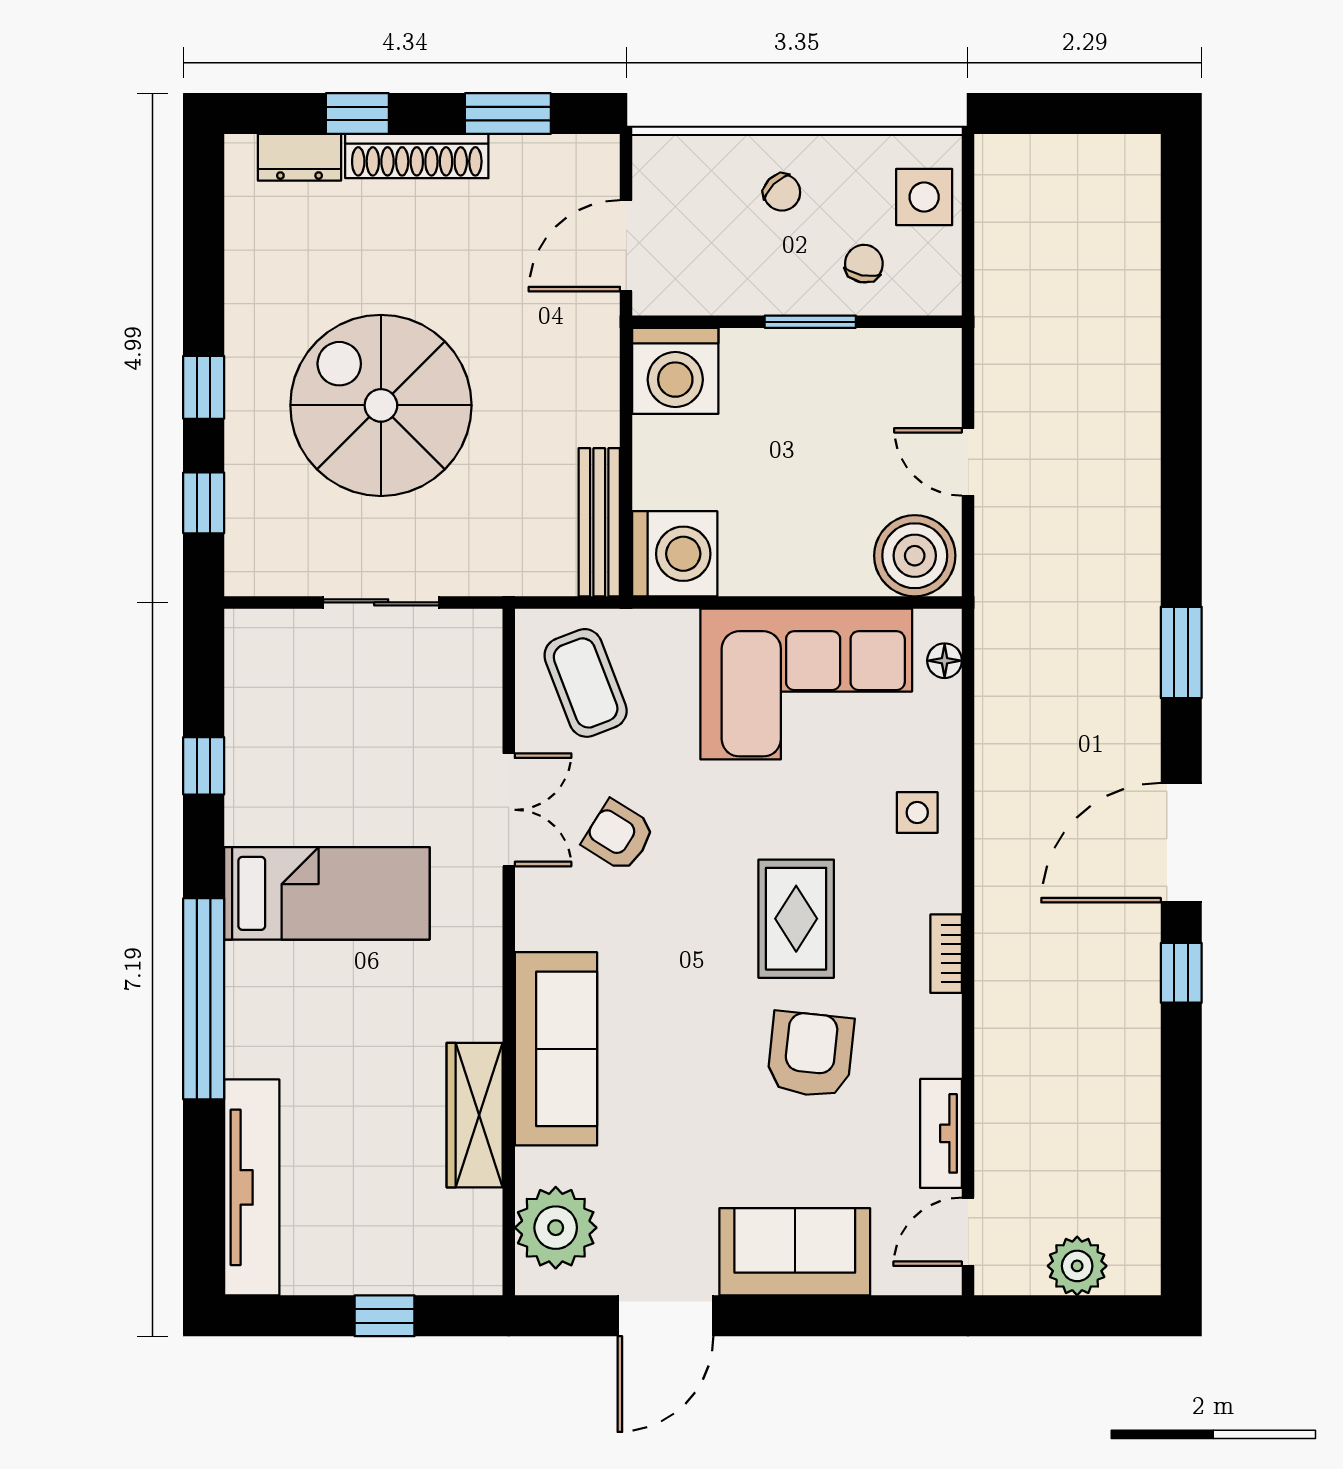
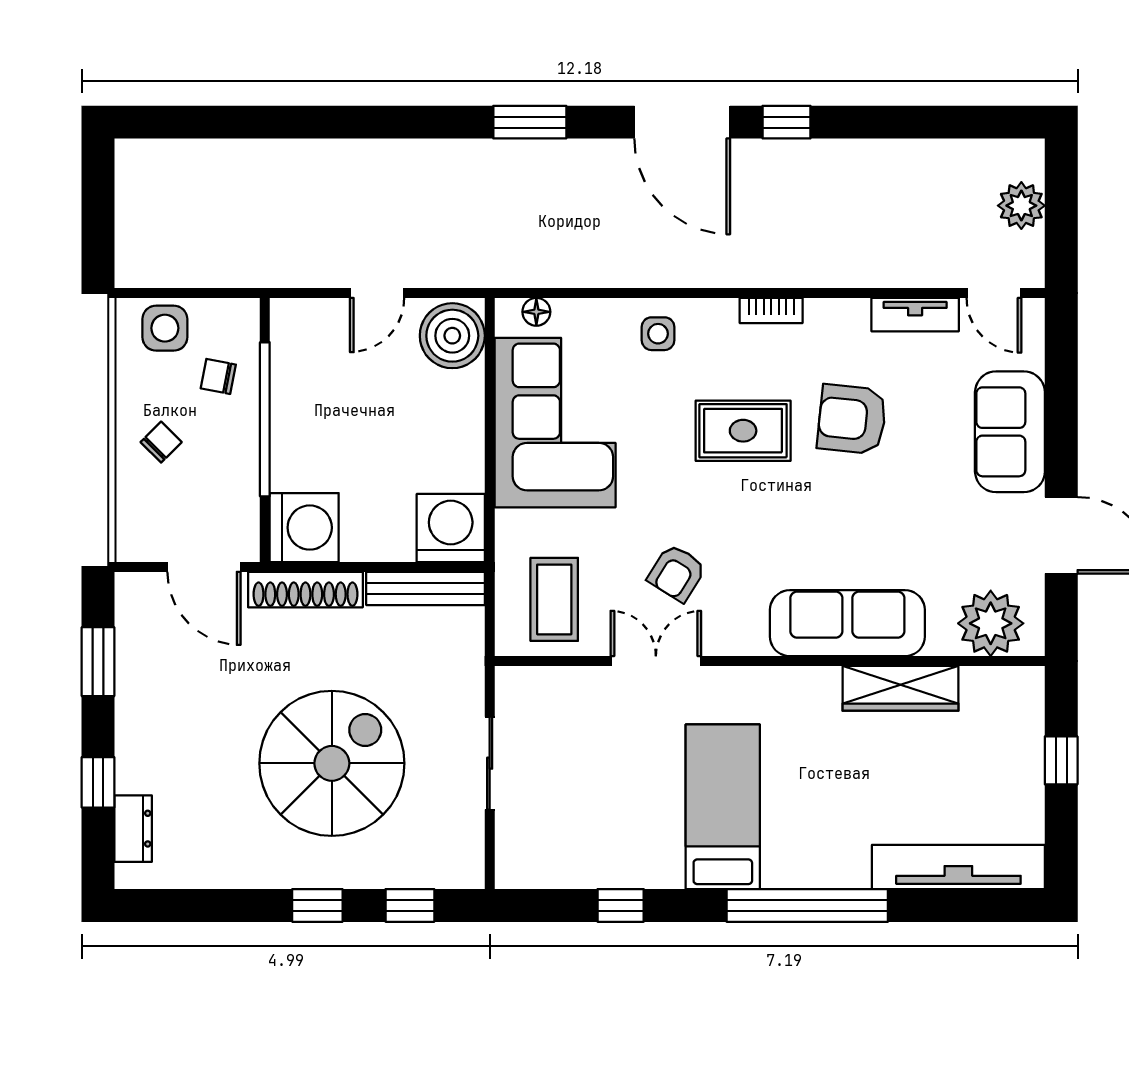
shoe rack: (417, 156) -> (305, 590), moved, turned 90
window: (810, 322) -> (265, 419), width x2.11
spiral stairs: (381, 405) -> (332, 763), turned 180
coffee table: (586, 683) -> (554, 599), turned -69

